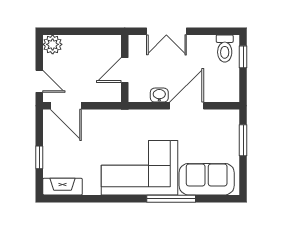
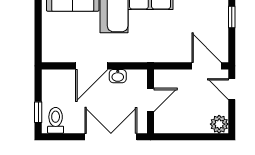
double door: (166, 31) -> (111, 137), width x1.37
window: (243, 140) -> (38, 33), removed

